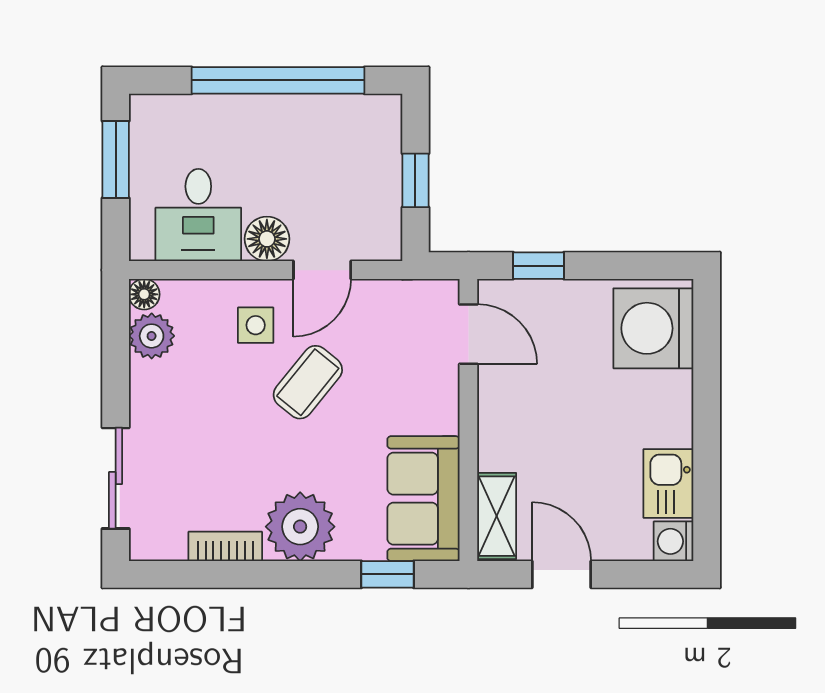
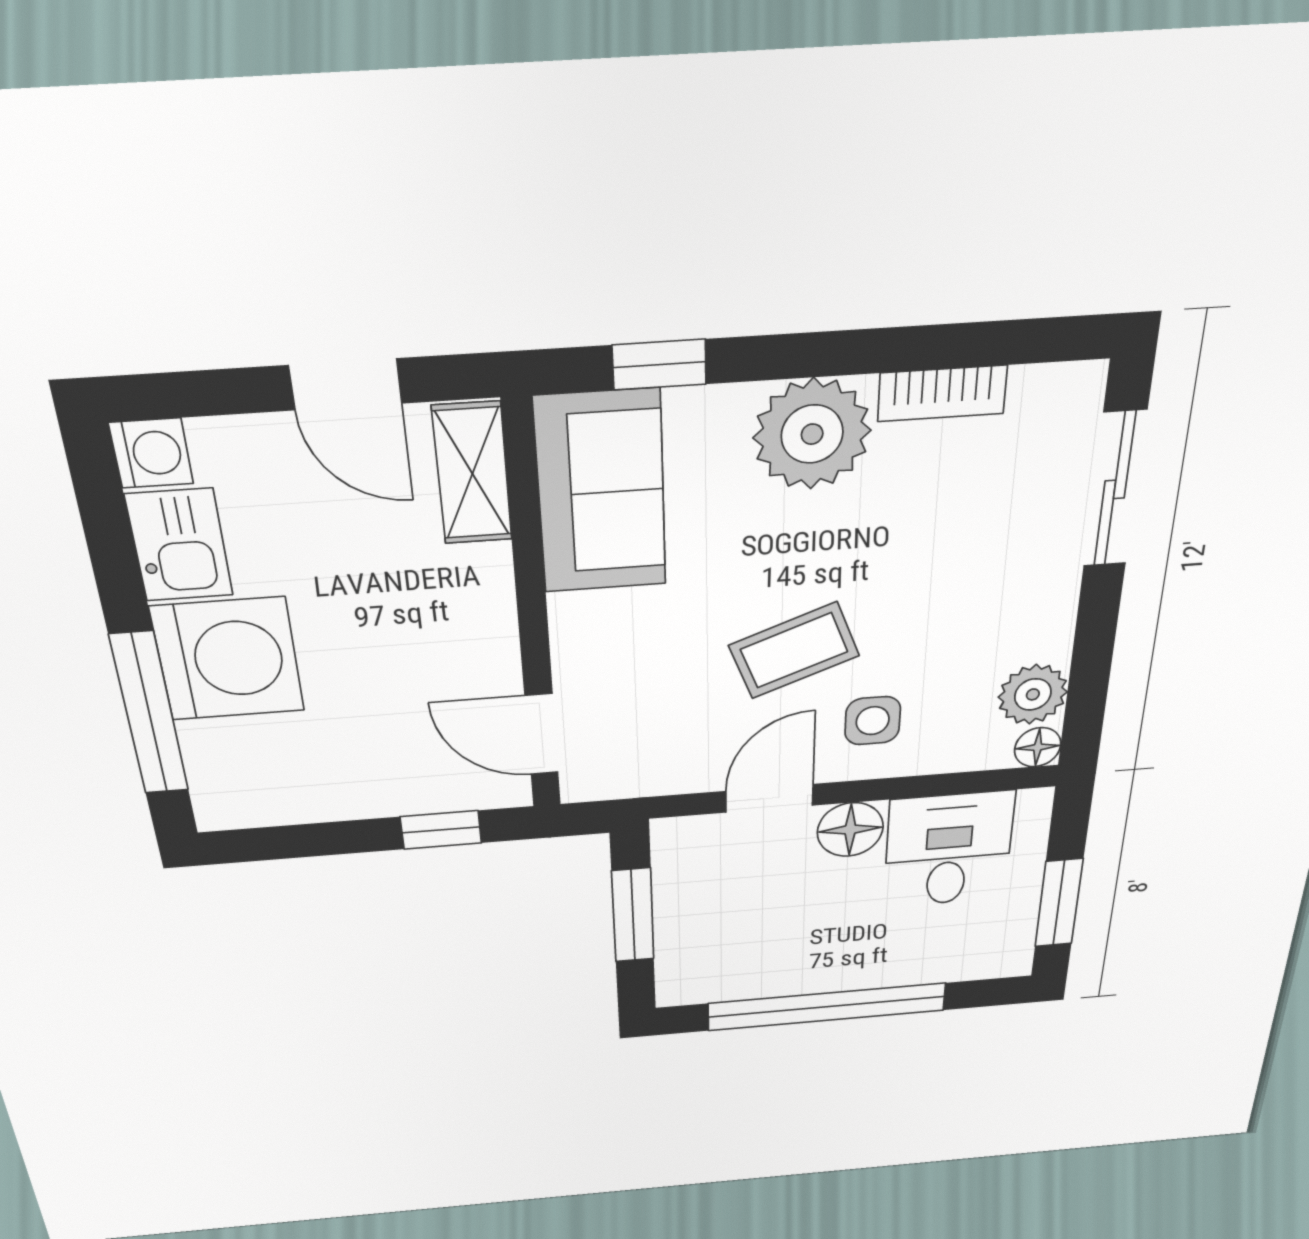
window: (415, 180) -> (633, 915), width x1.50
washing machine: (653, 328) -> (228, 659), moved
window: (707, 371) -> (149, 714), added
coffee table: (308, 382) -> (794, 651), turned 30

